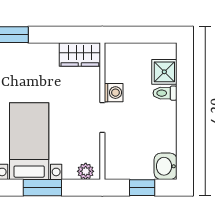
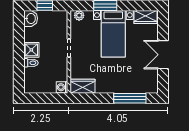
shower: (164, 72) -> (31, 50), moved
washing machine: (114, 93) -> (62, 87), moved

